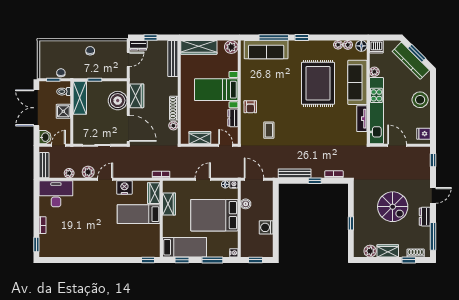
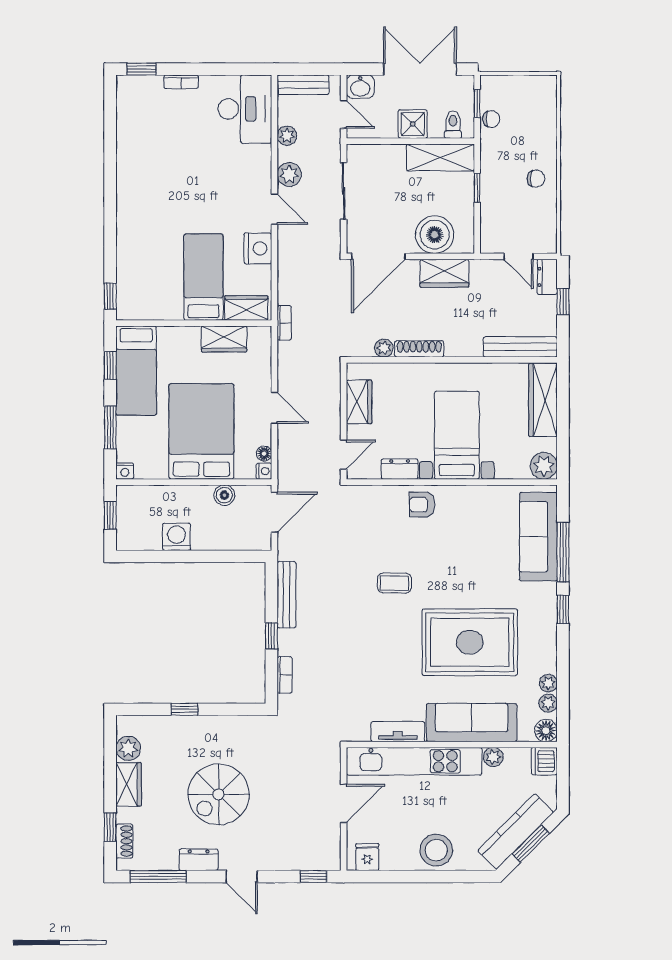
coffee table: (269, 130) -> (394, 583), moved

